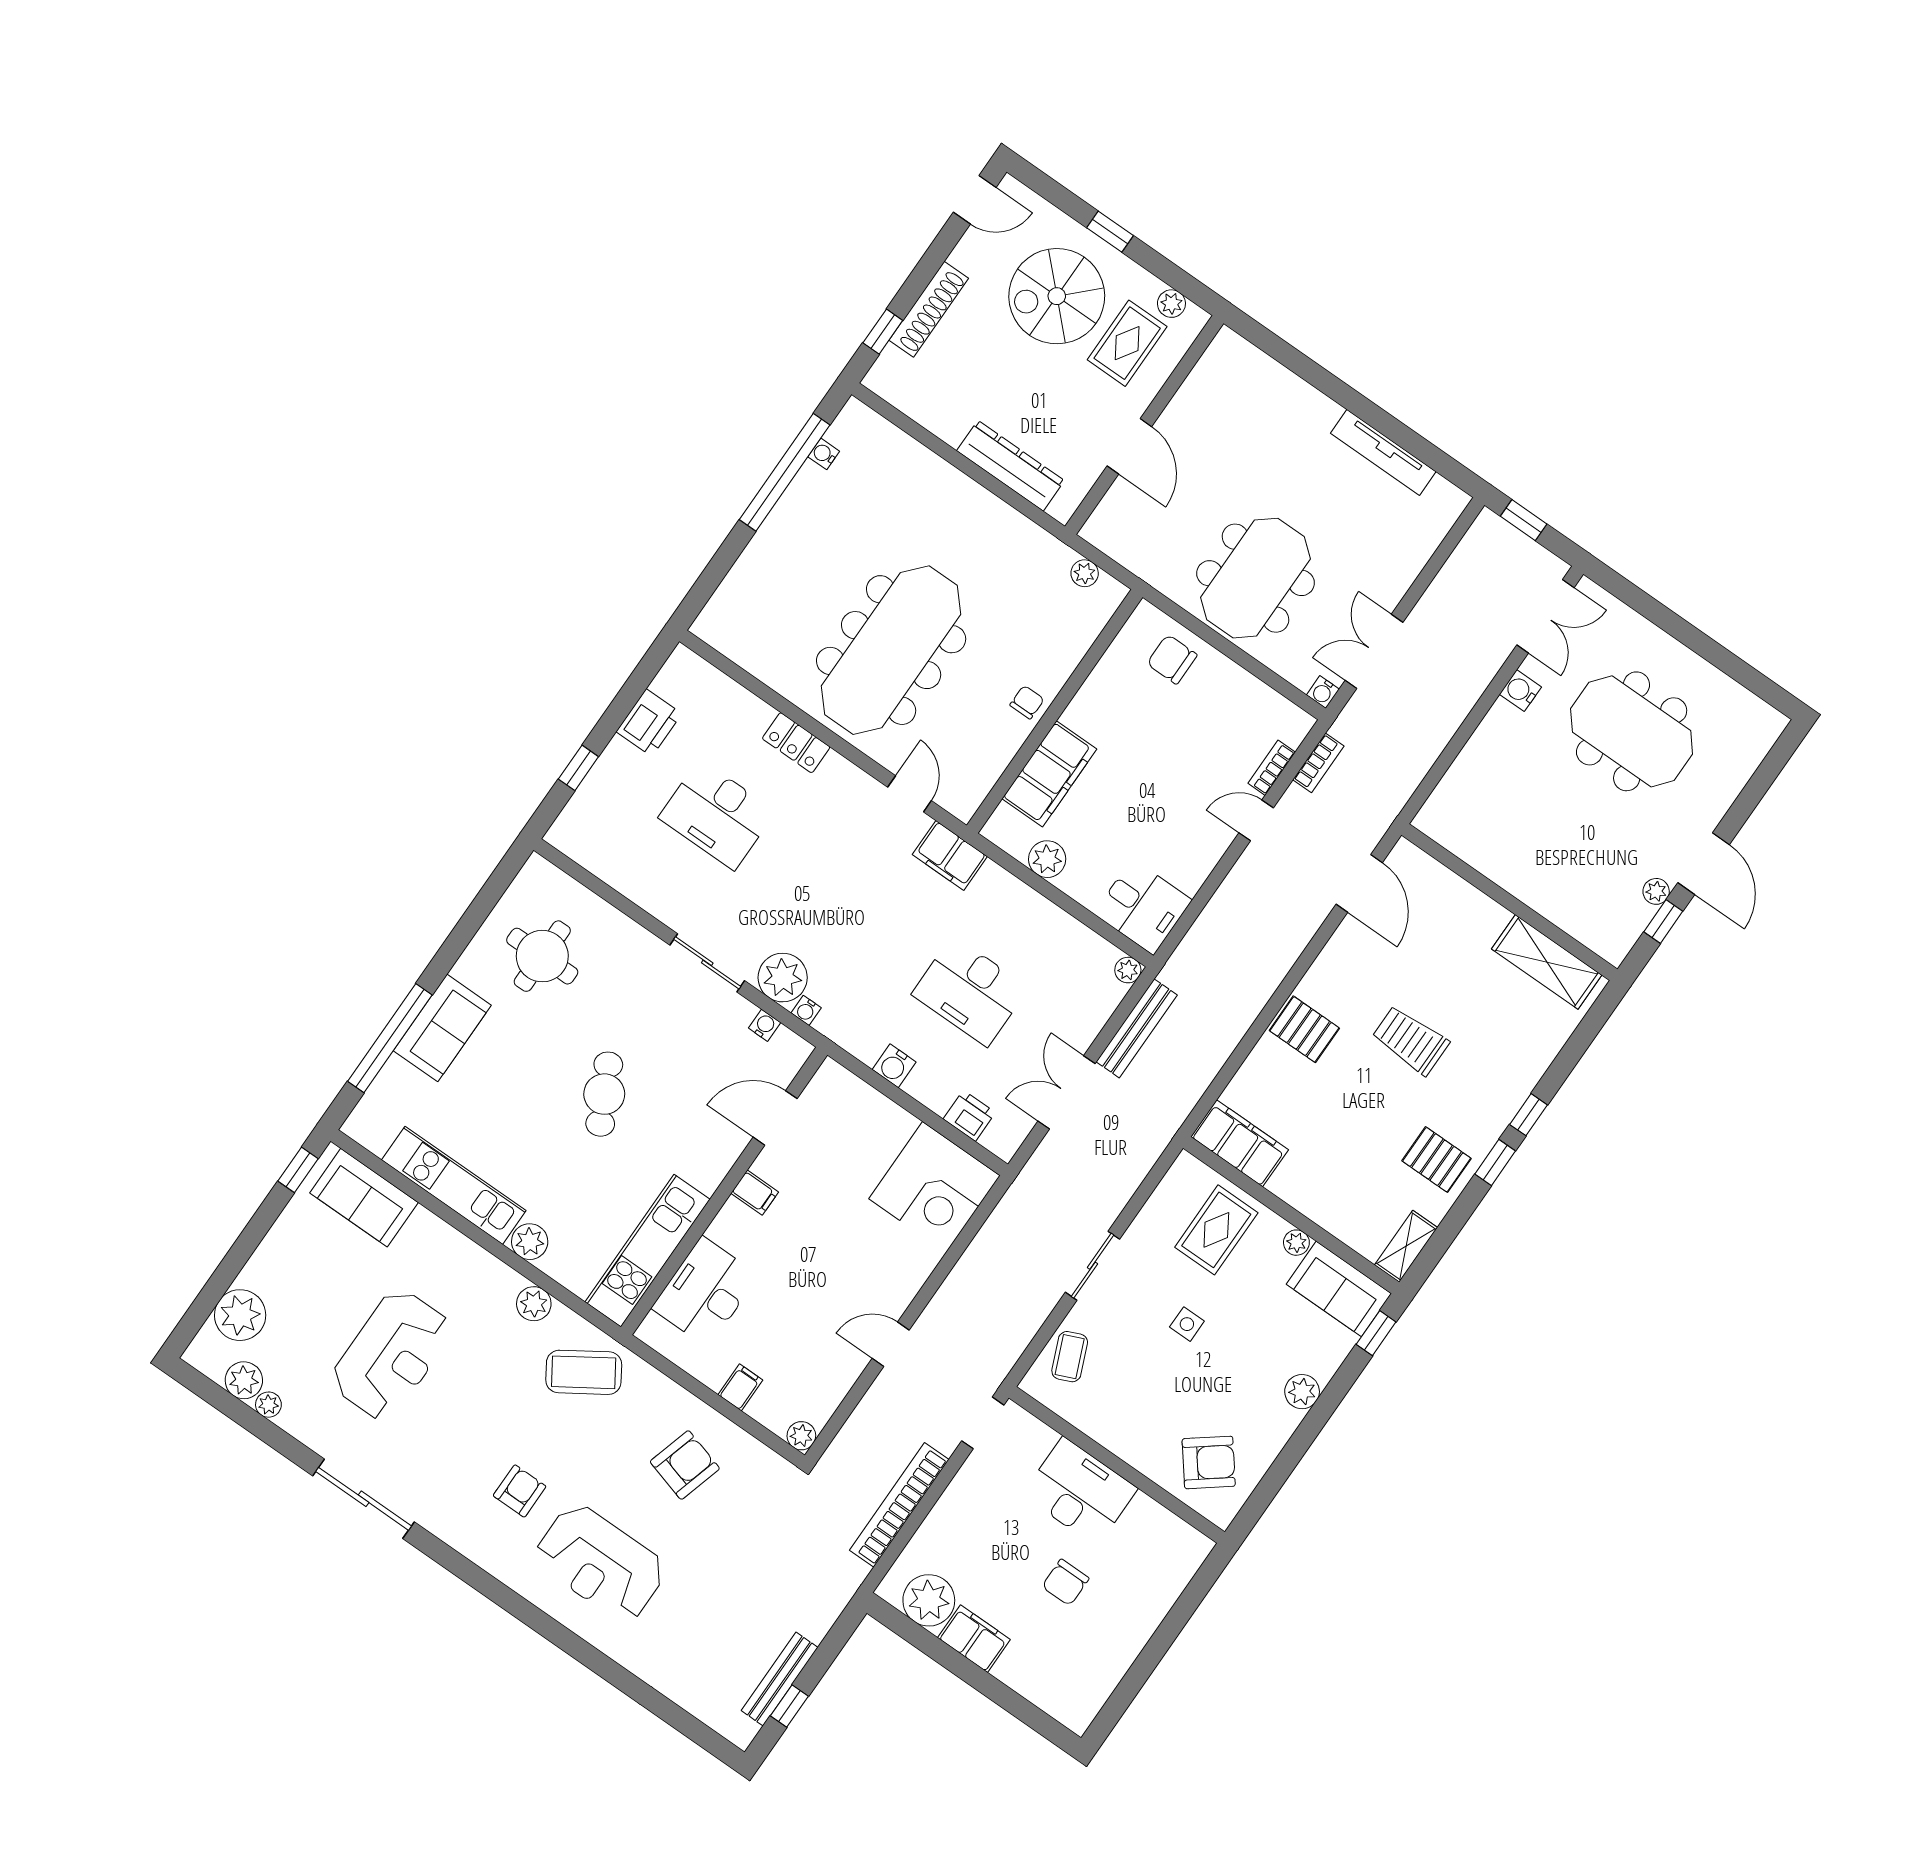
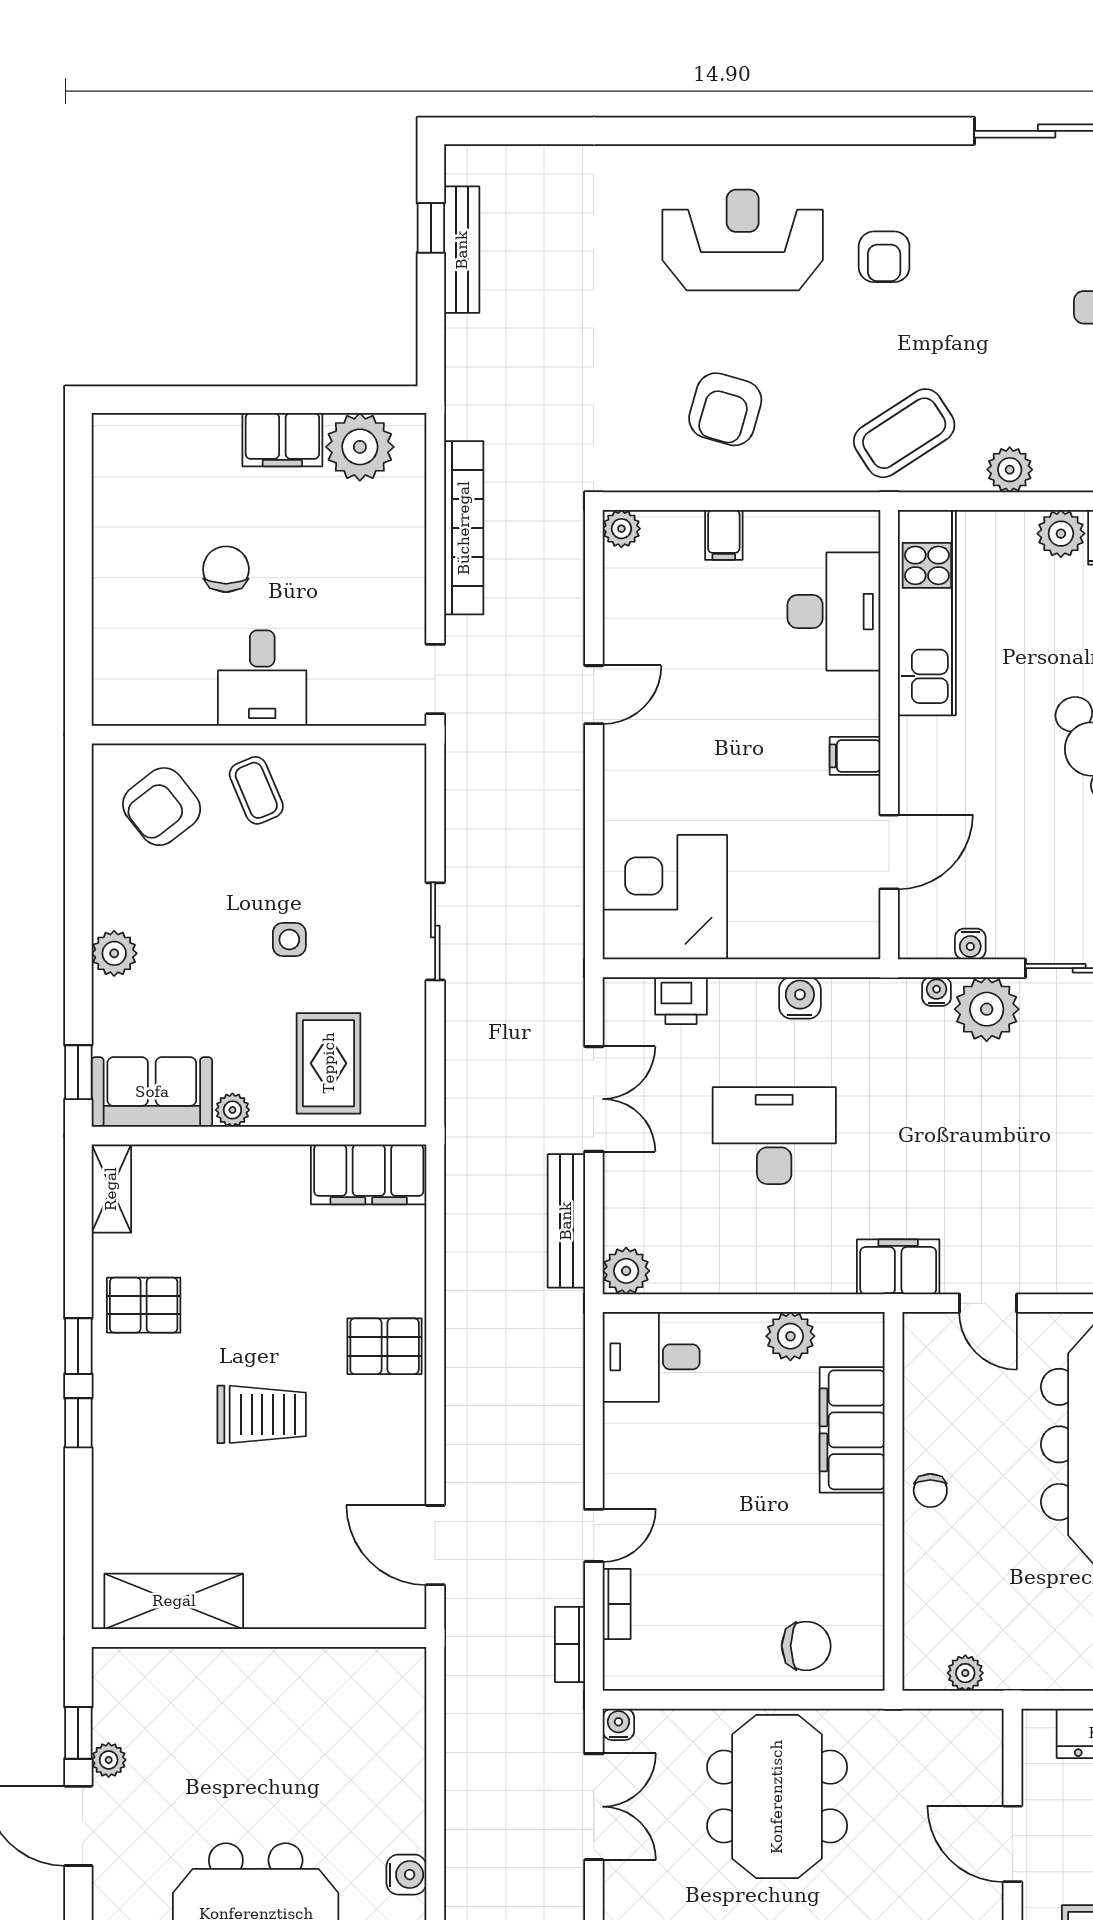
plant: (1128, 970) -> (626, 1271), width x1.38, depth x1.38
coffee table: (1070, 1357) -> (256, 790), moved
desk: (1080, 1492) -> (262, 678), width x0.73

